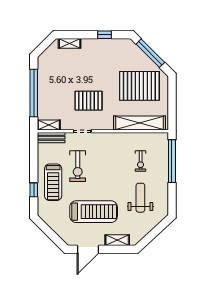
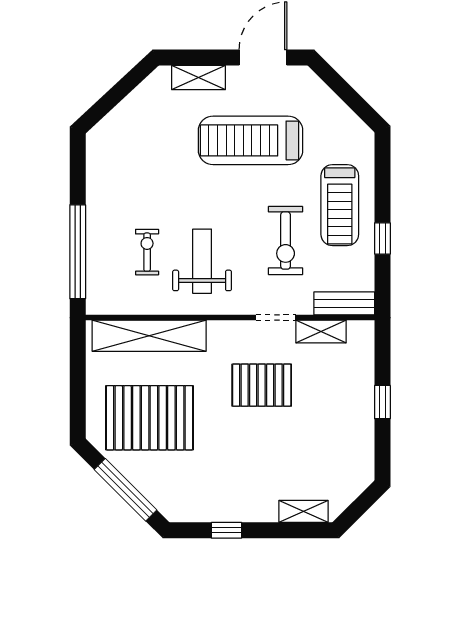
window: (34, 93) -> (382, 402), width x0.32
shelving: (49, 125) -> (321, 332), moved
exercise bike: (78, 166) -> (286, 241), turned 180
treadmill: (53, 182) -> (340, 205), turned 180
window: (34, 190) -> (382, 238), moved
weight bench: (140, 198) -> (202, 261), moved, turned 180

